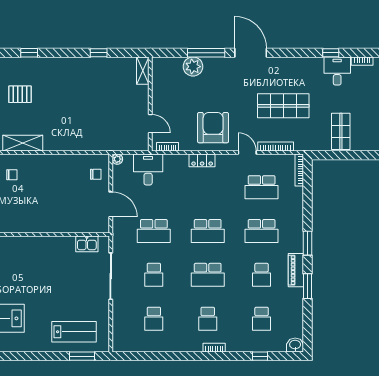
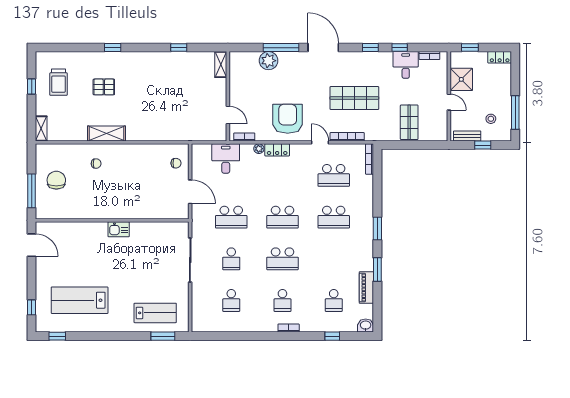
window: (300, 53) -> (370, 48), added
plant: (117, 159) -> (259, 149), moved
kitchen sink: (87, 244) -> (119, 229), moved
piano: (296, 270) -> (366, 288), moved
school desk: (262, 275) -> (334, 259), removed

